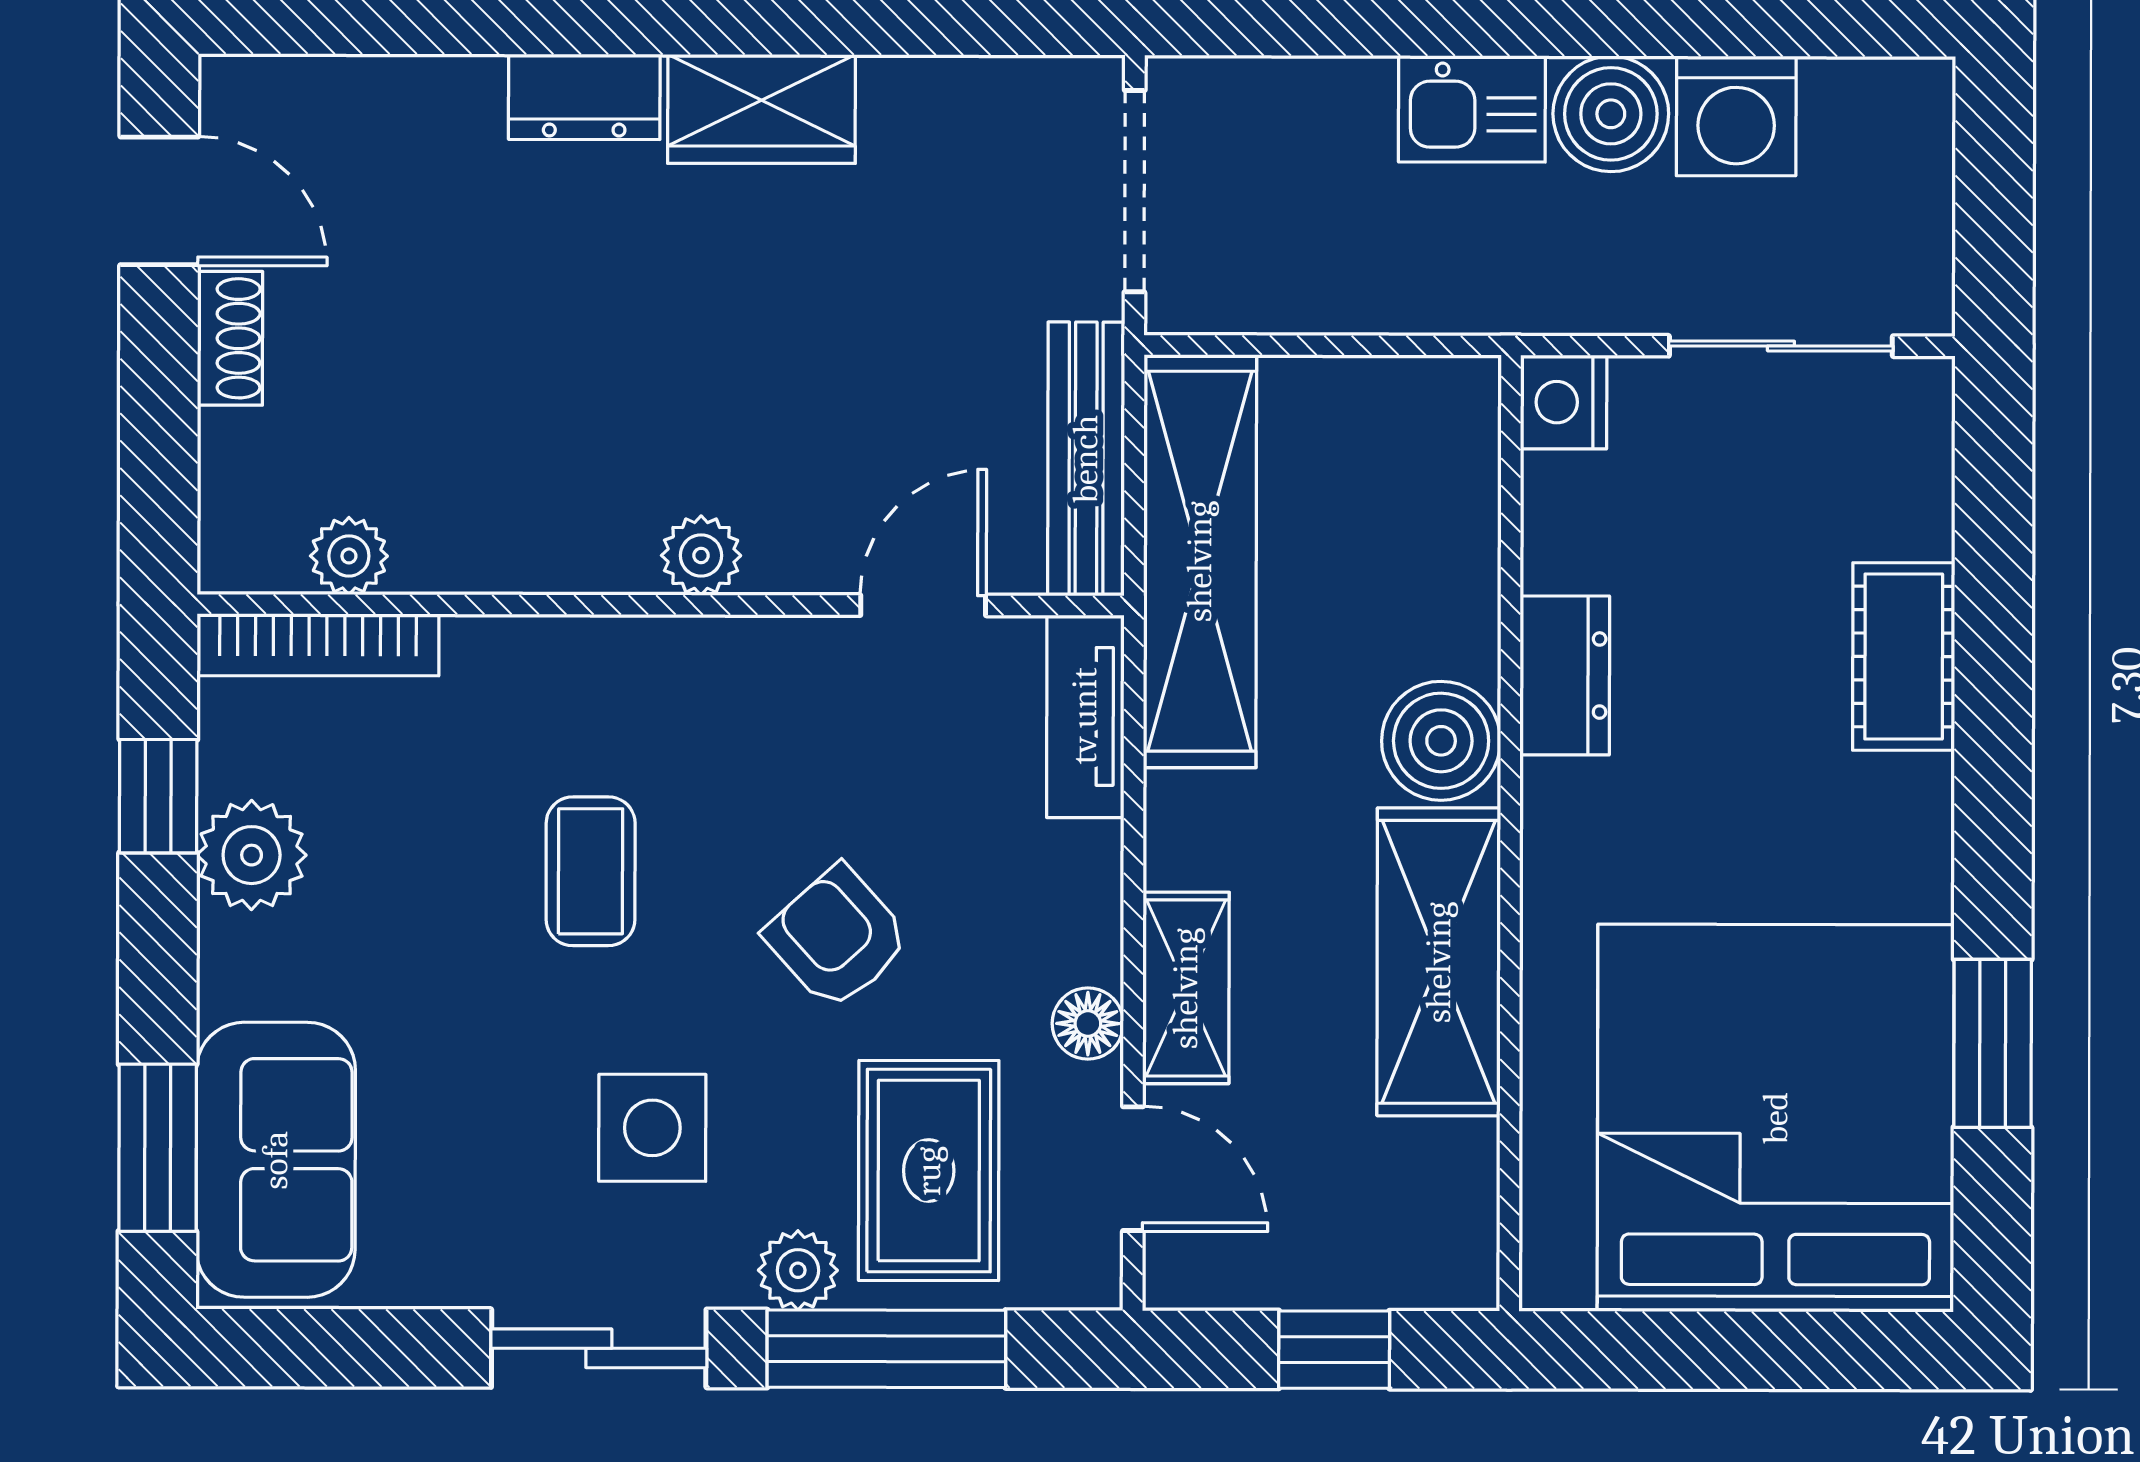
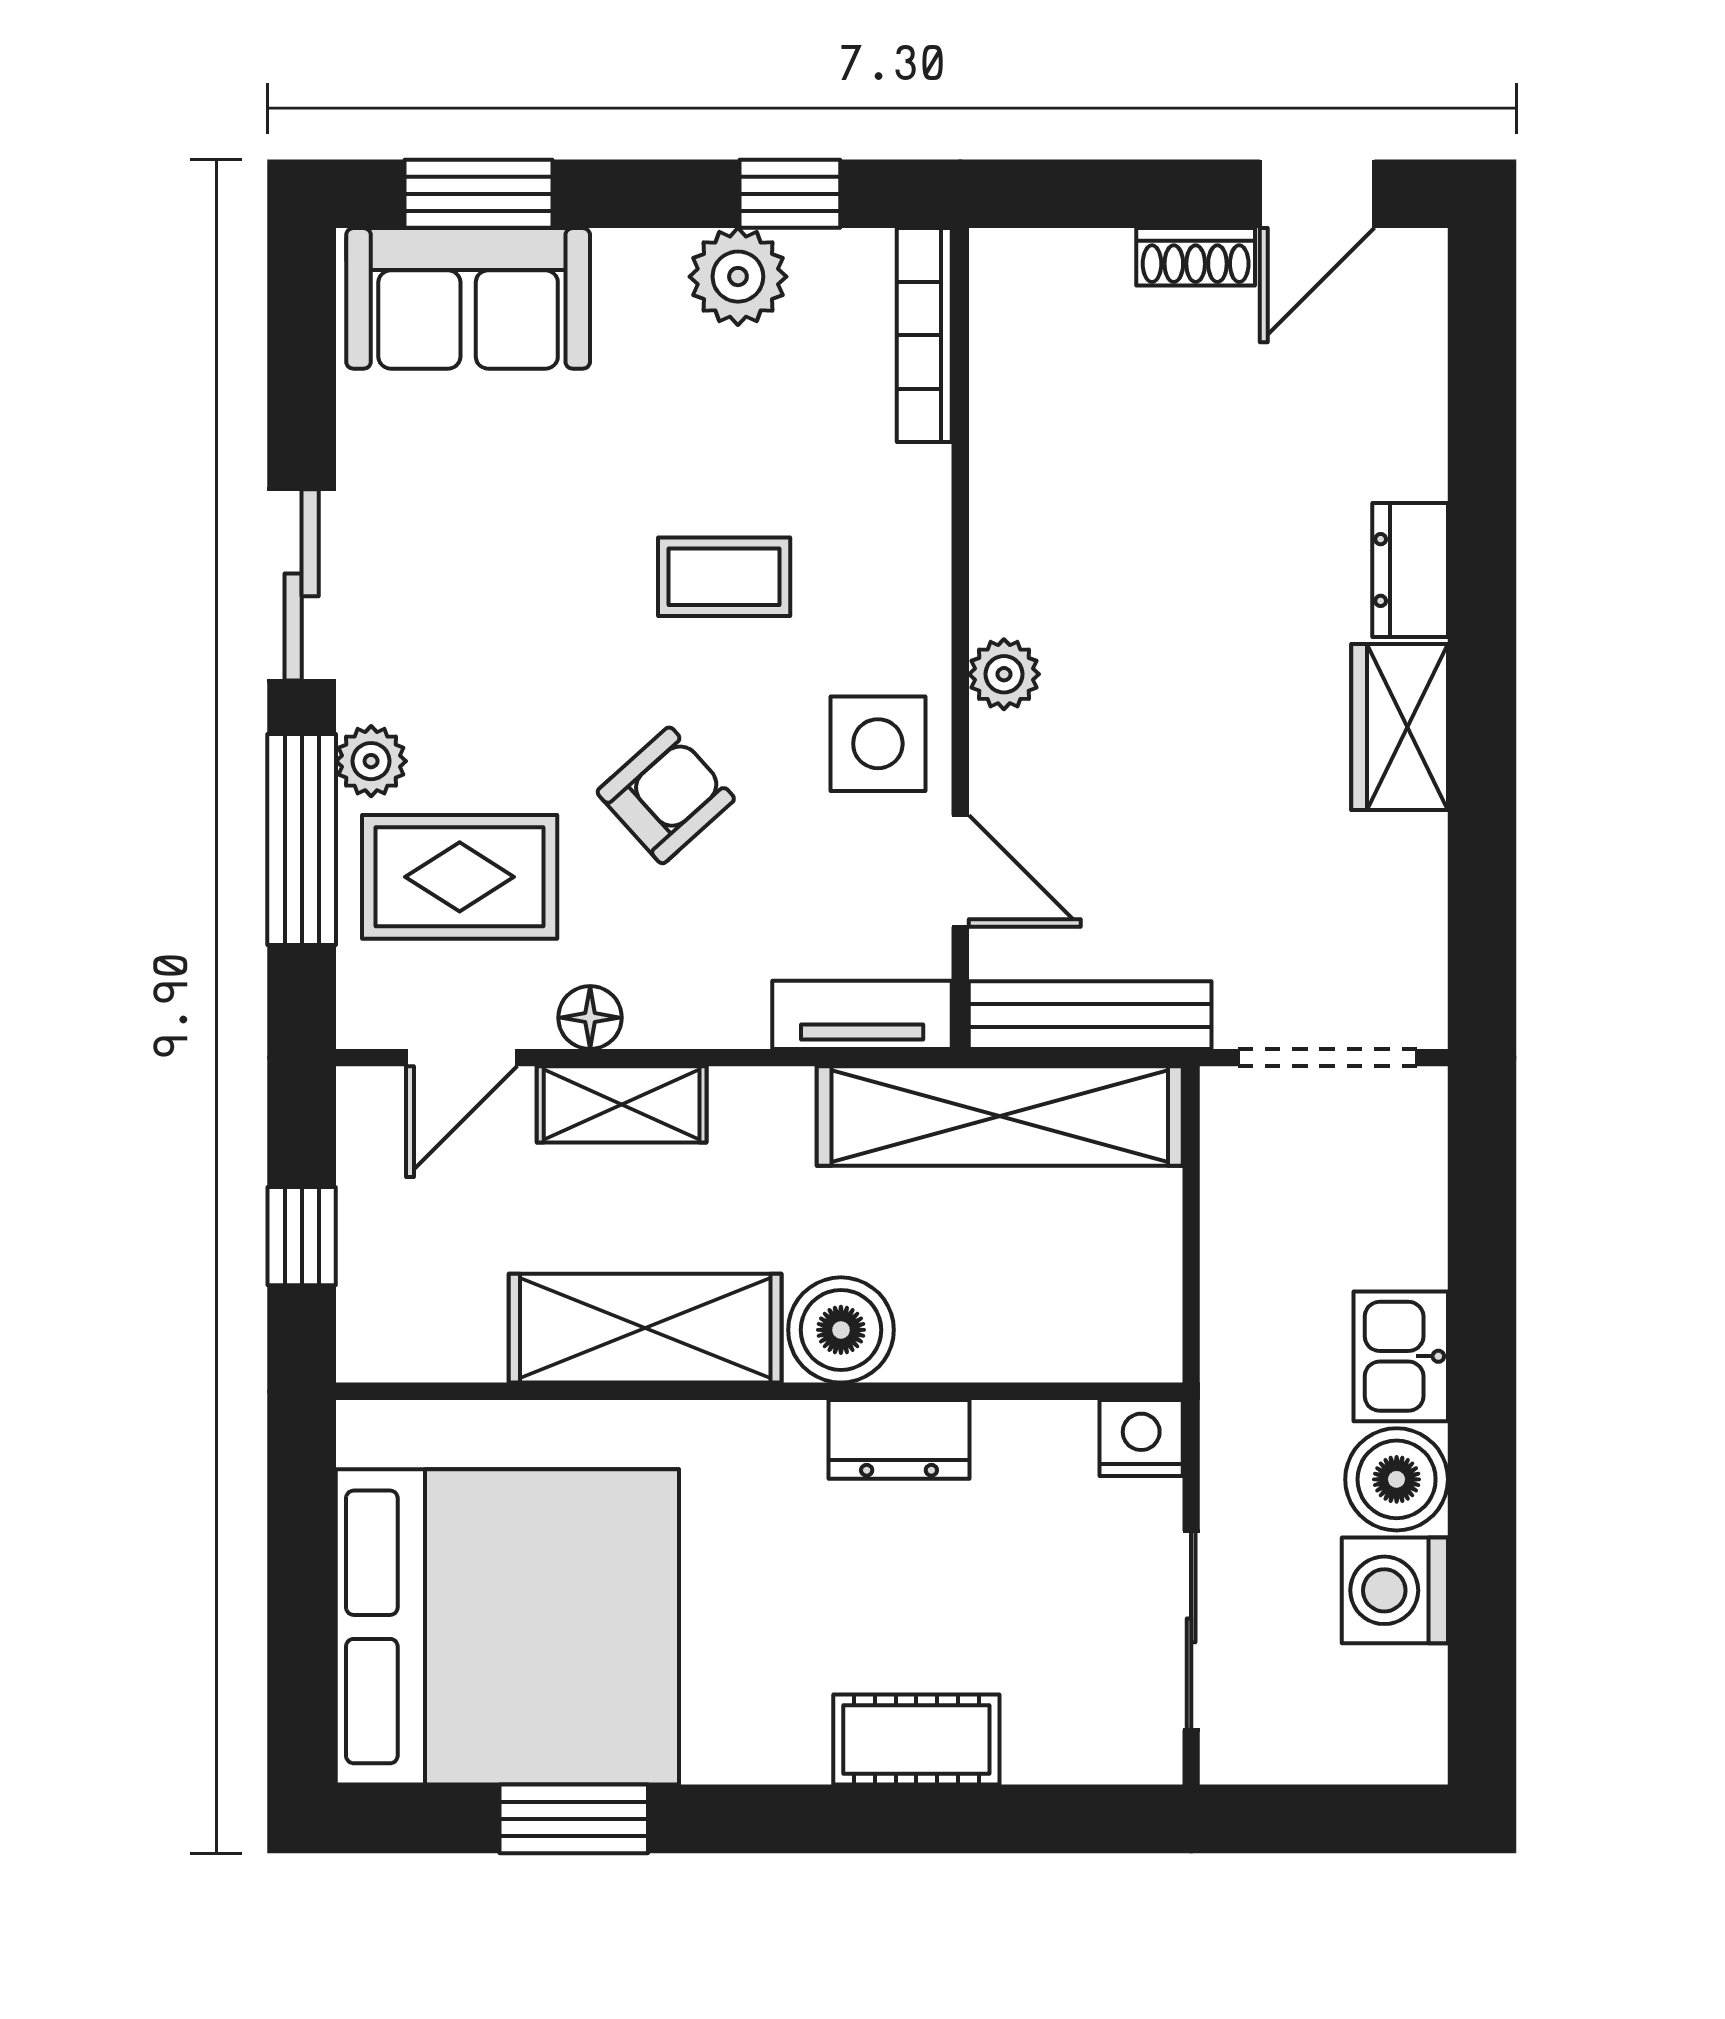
plant: (349, 556) -> (1003, 362), removed
side table: (652, 1128) -> (878, 744), moved

